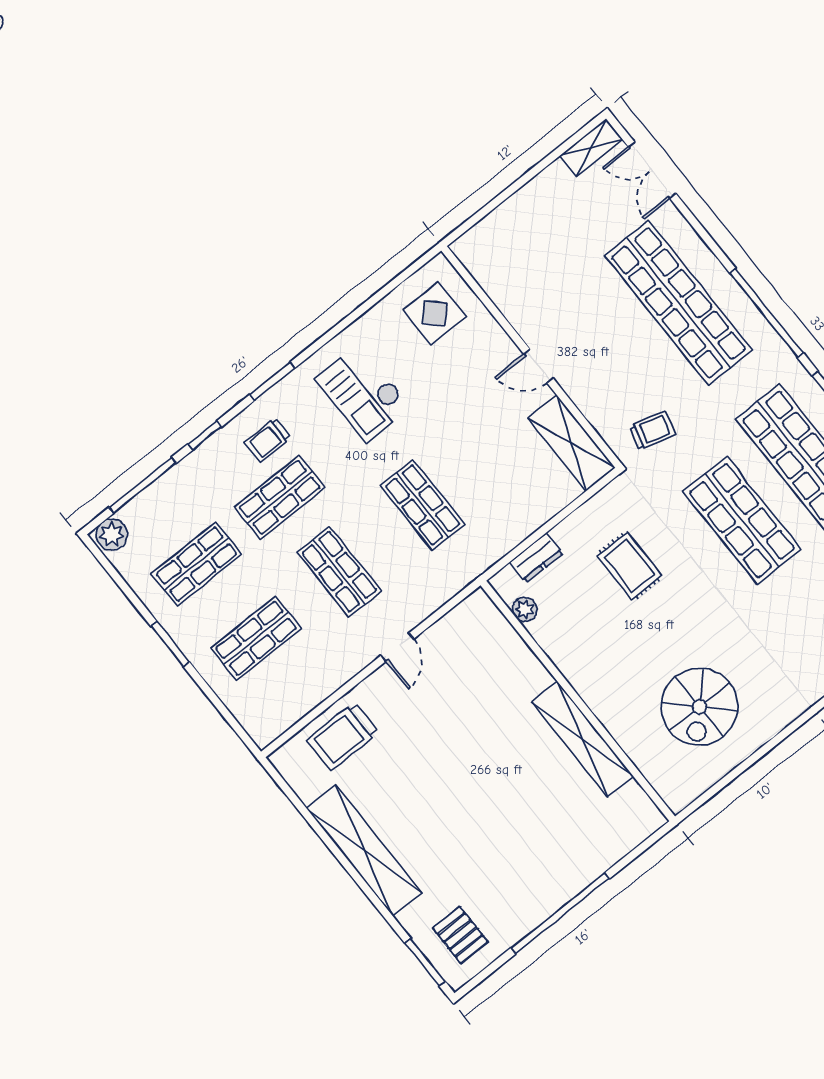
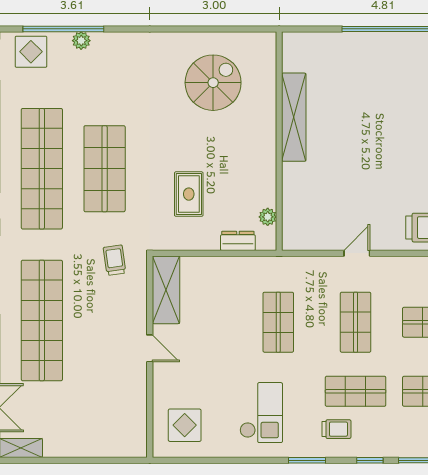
trolley: (652, 431) -> (115, 260), turned 66

